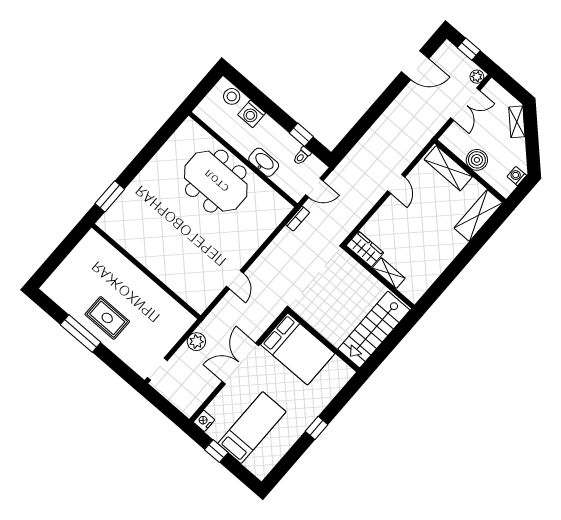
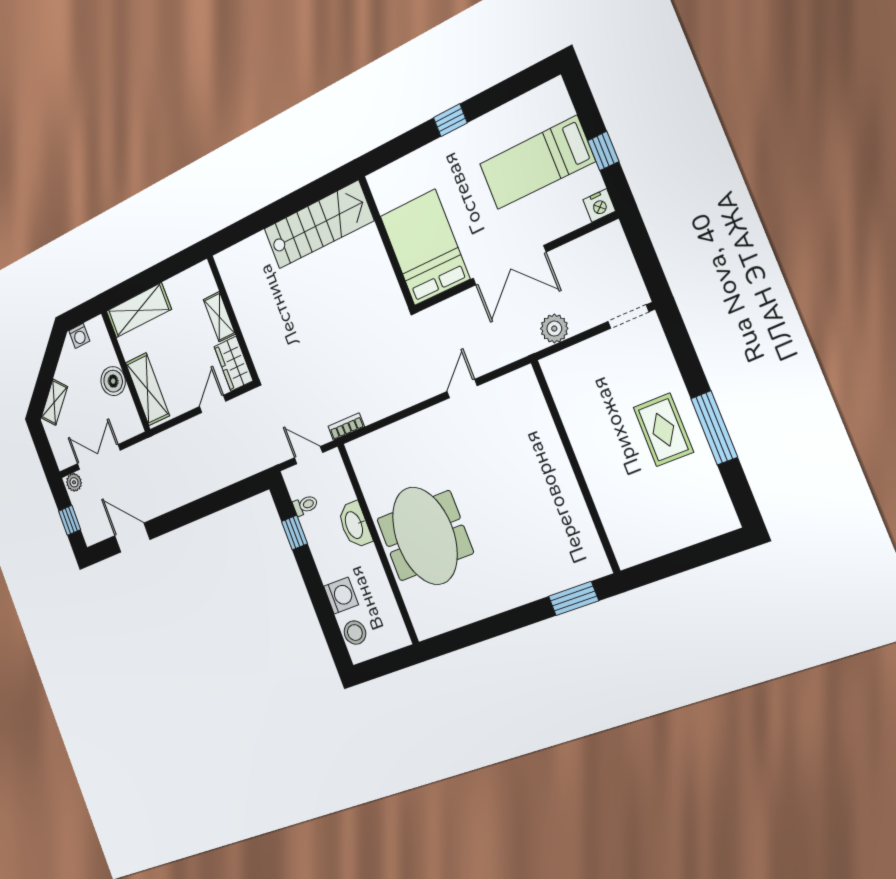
wardrobe: (365, 249) -> (234, 364), moved
shelving: (389, 273) -> (219, 317), moved
wall: (379, 277) -> (233, 318), moved

